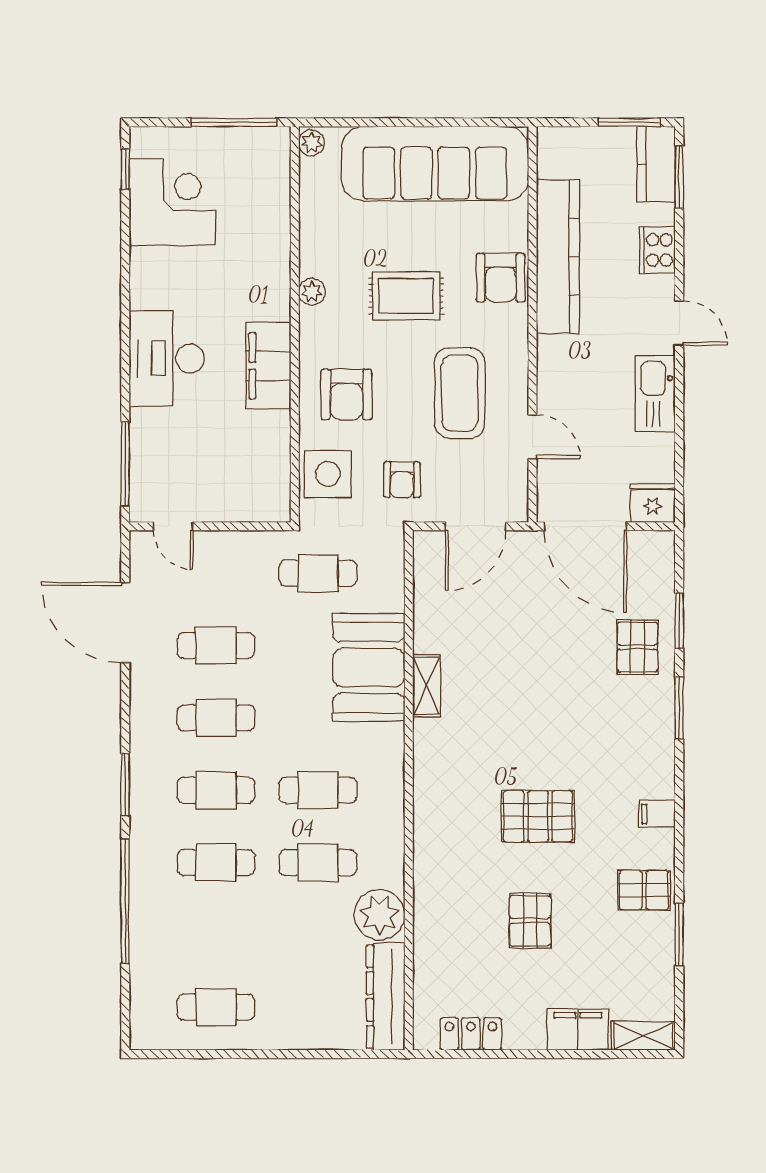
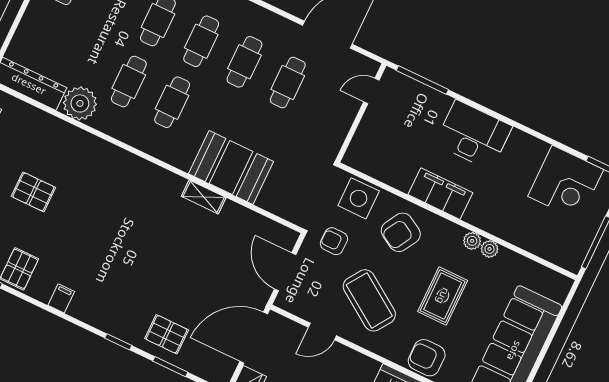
plant: (312, 143) -> (490, 249), moved
coffee table: (460, 393) -> (369, 300), turned 34
armchair: (347, 394) -> (401, 232), turned -60
cafe table: (318, 573) -> (302, 164), removed
window: (679, 708) -> (118, 342), width x0.67
pallet: (538, 816) -> (94, 226), removed

